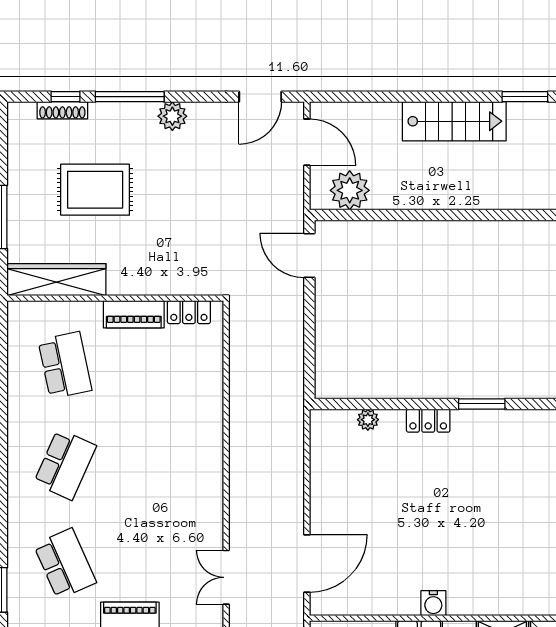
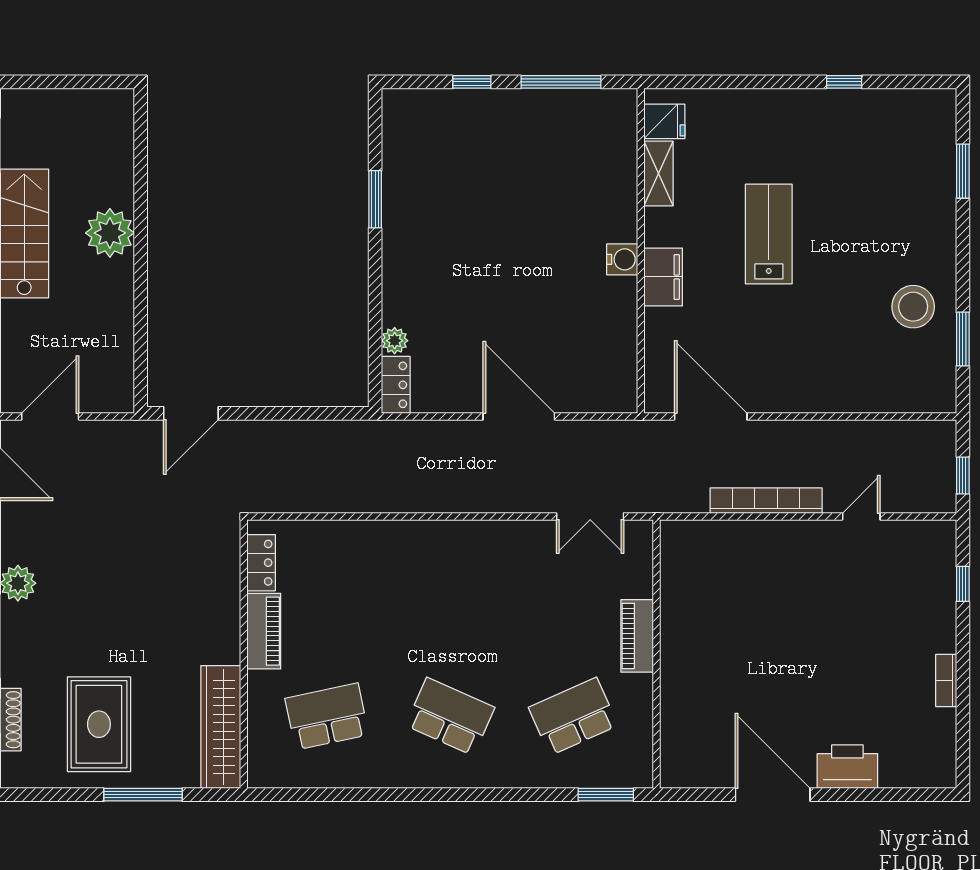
rug: (95, 190) -> (99, 724), moved
plant: (350, 190) -> (110, 233), moved
locker: (428, 421) -> (396, 385), moved
door: (307, 563) -> (519, 416), moved

